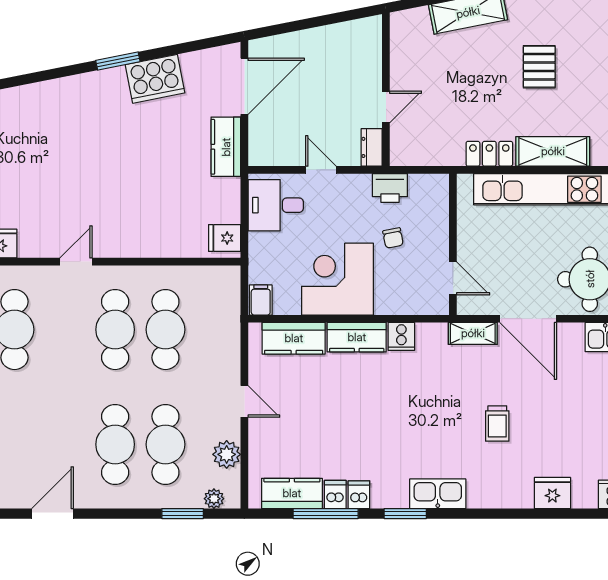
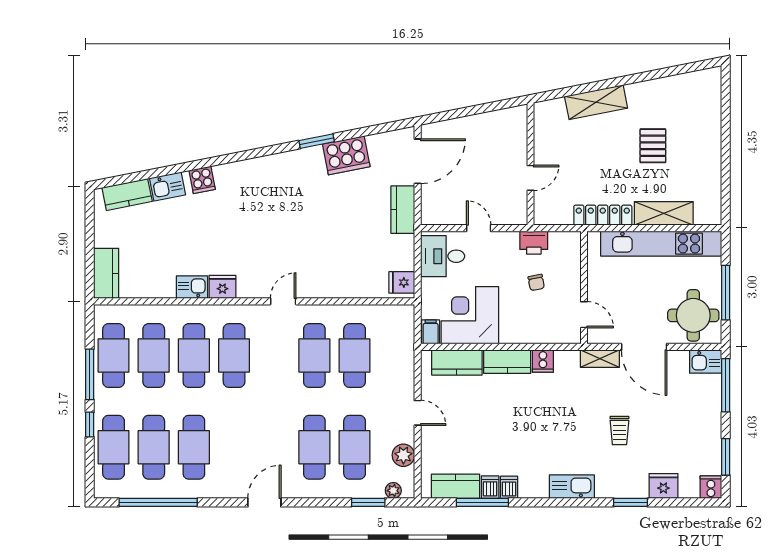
dresser: (372, 147) -> (519, 210), removed
locker: (489, 154) -> (603, 215), width x1.53
corner desk: (337, 279) -> (470, 315), moved
window: (405, 514) -> (631, 502), moved

